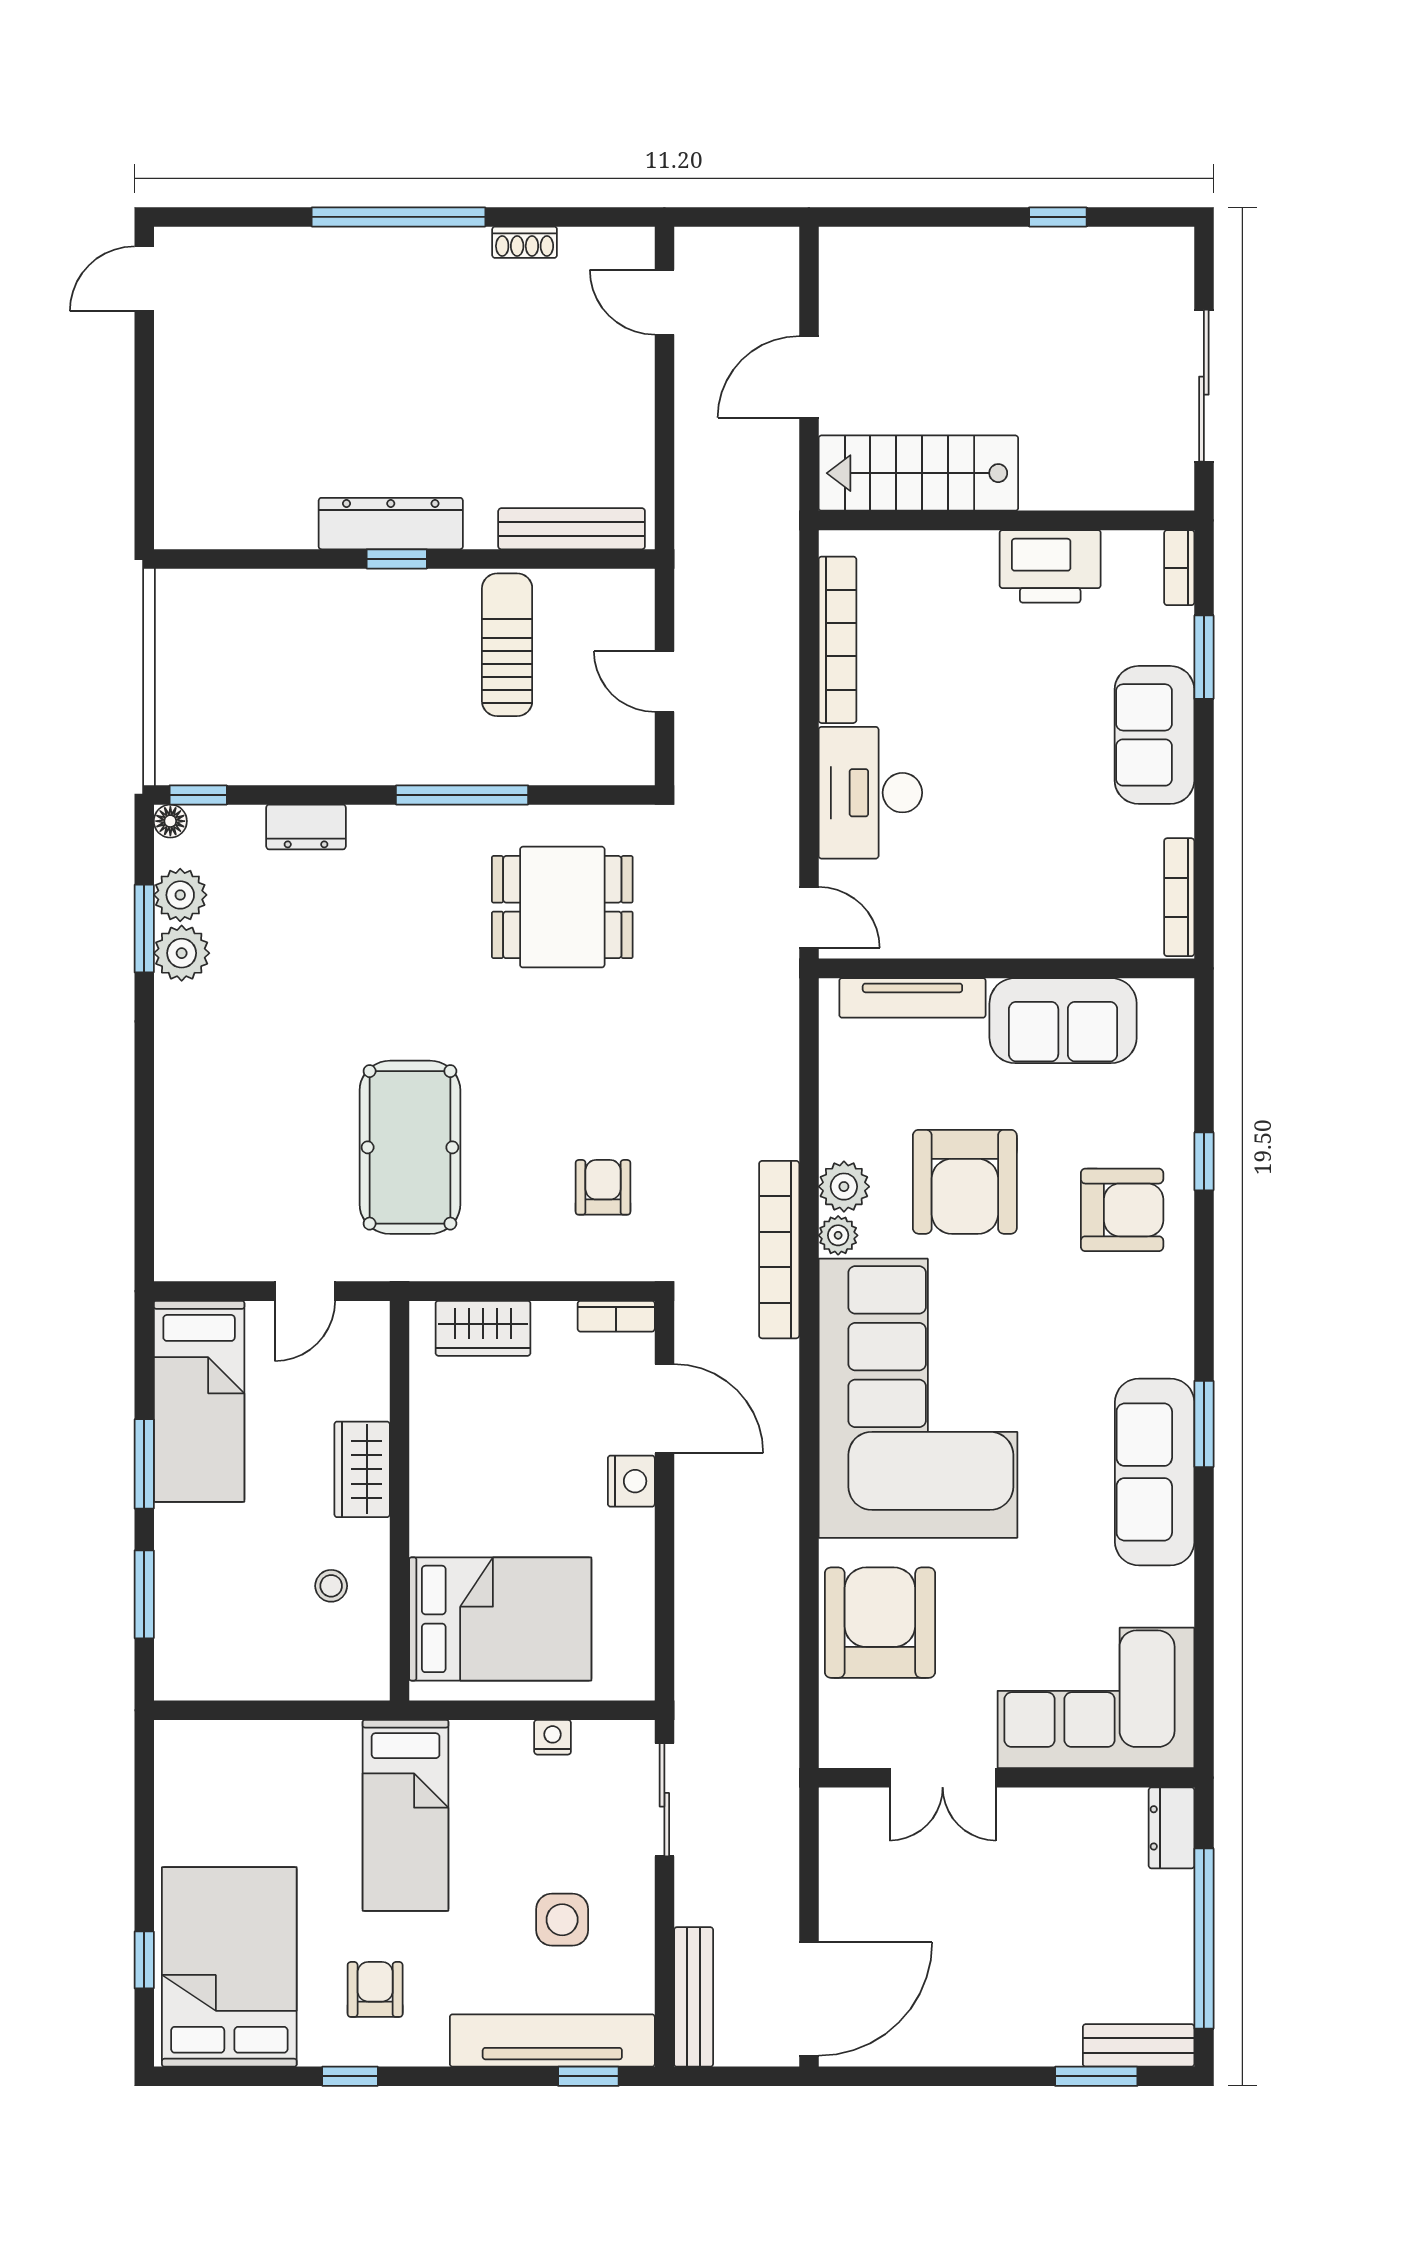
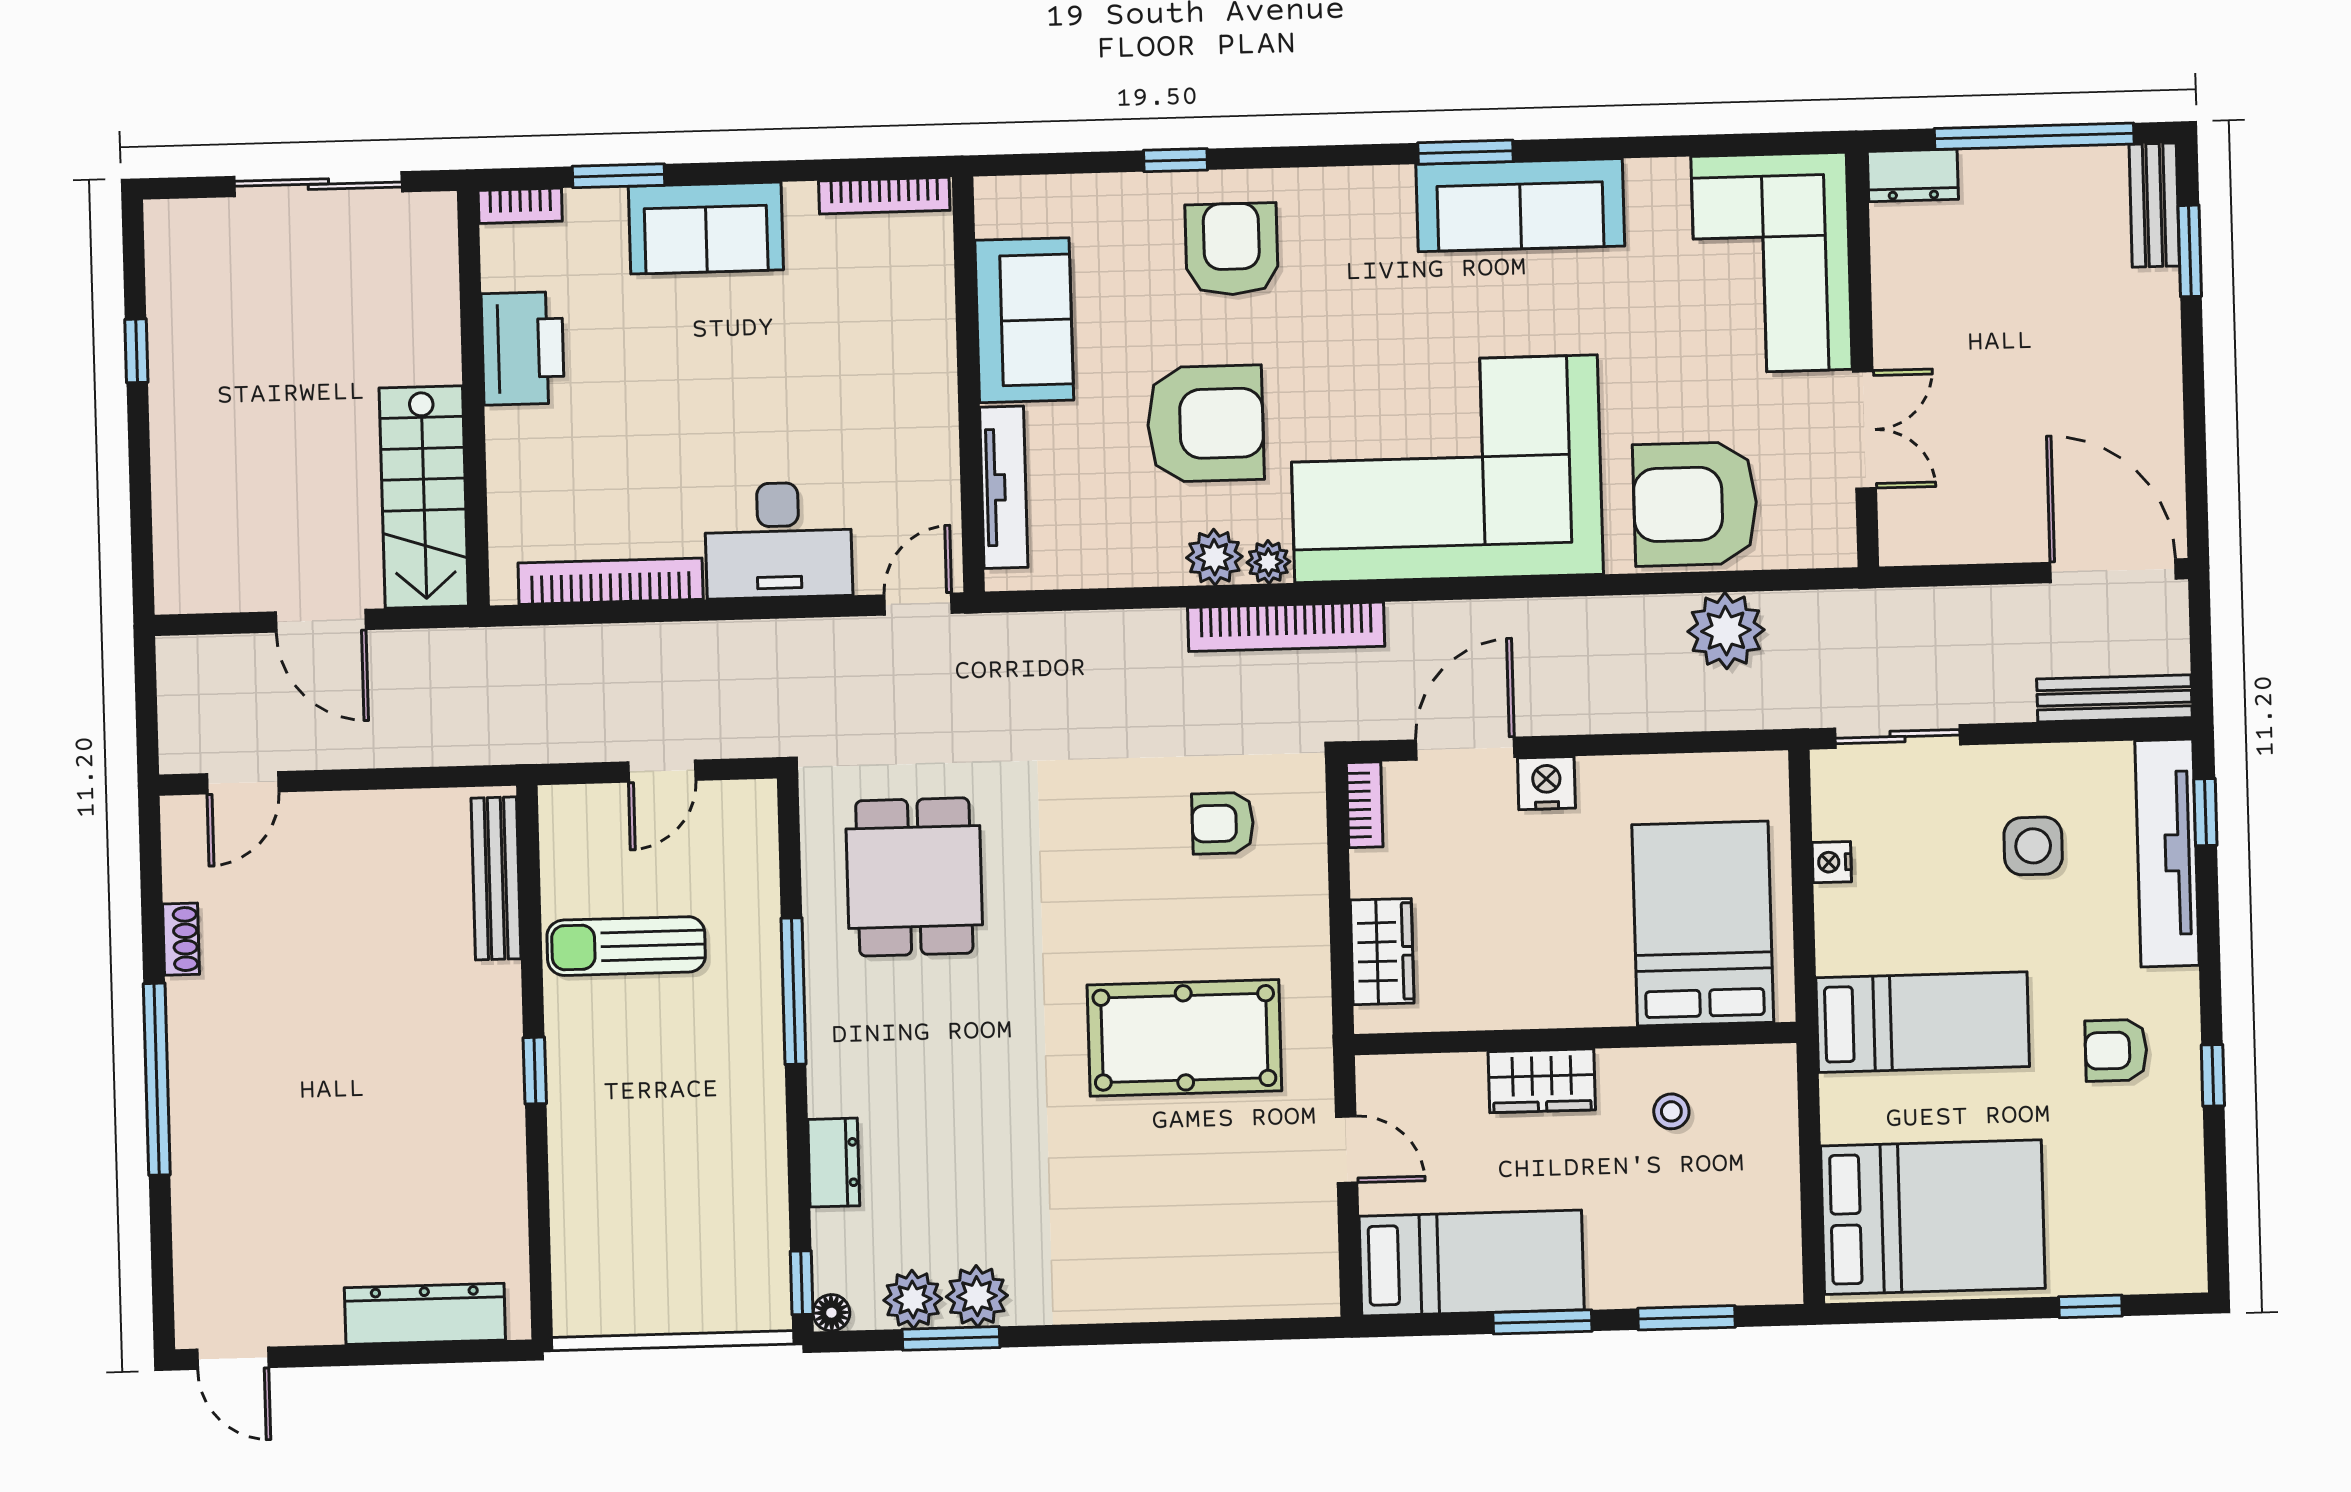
dresser: (391, 524) -> (425, 1314), moved, turned 90
plant: (765, 1647) -> (1726, 631), added
bed: (229, 1967) -> (1933, 1217), moved, turned 180

